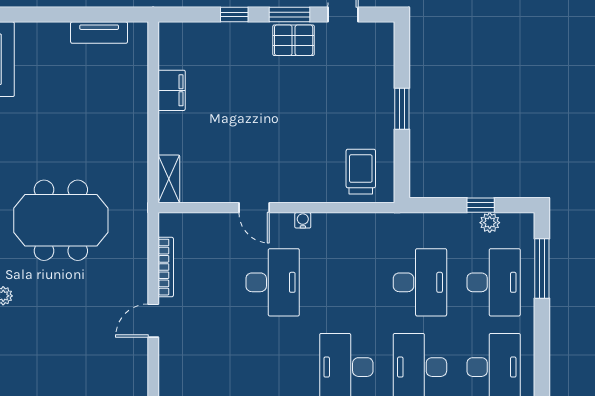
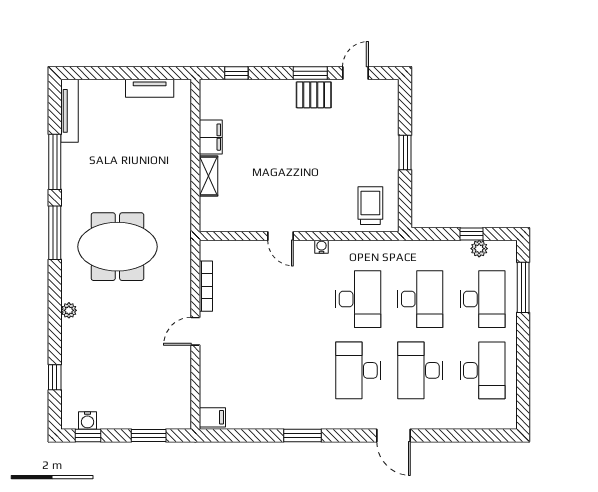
window: (234, 15) -> (236, 73), moved
shelving: (169, 179) -> (208, 176), moved
desk: (273, 282) -> (358, 299), moved

